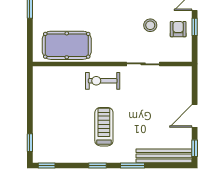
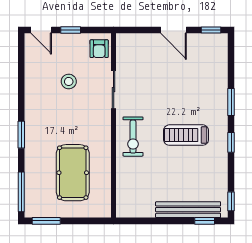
armchair: (178, 29) -> (99, 49), moved, turned -90
pool table: (67, 45) -> (73, 173), moved
bench: (164, 156) -> (188, 210), moved, turned 90

